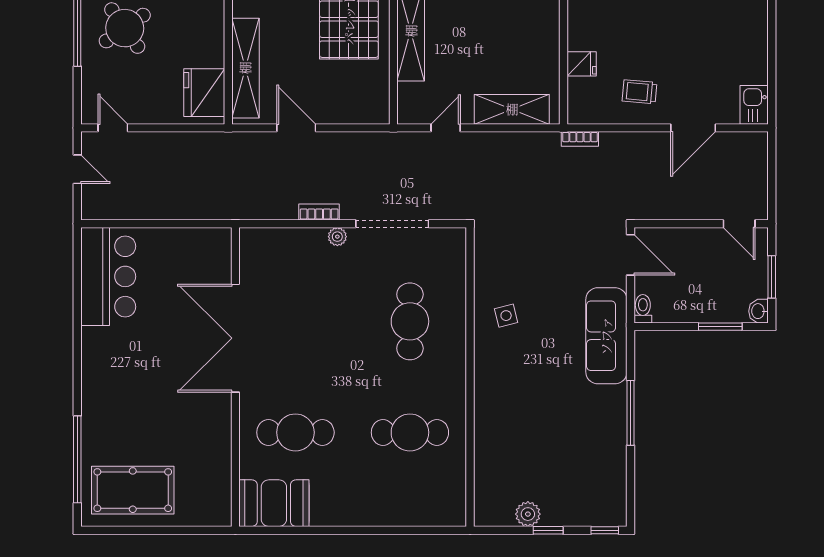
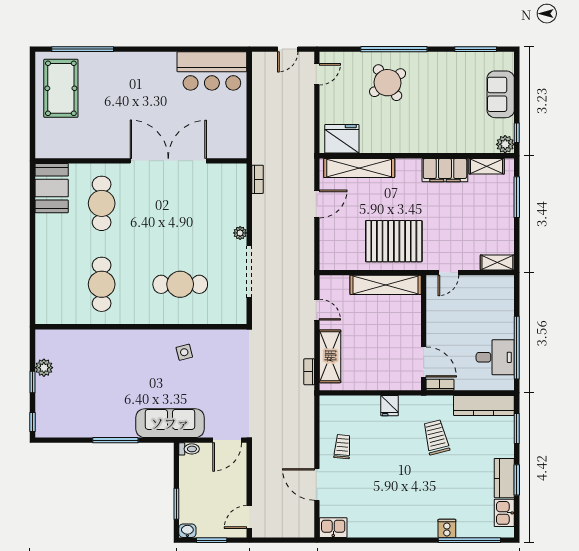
fridge: (582, 64) -> (390, 406), moved
bookcase: (580, 139) -> (309, 372), moved
bookcase: (319, 212) -> (257, 179), moved

